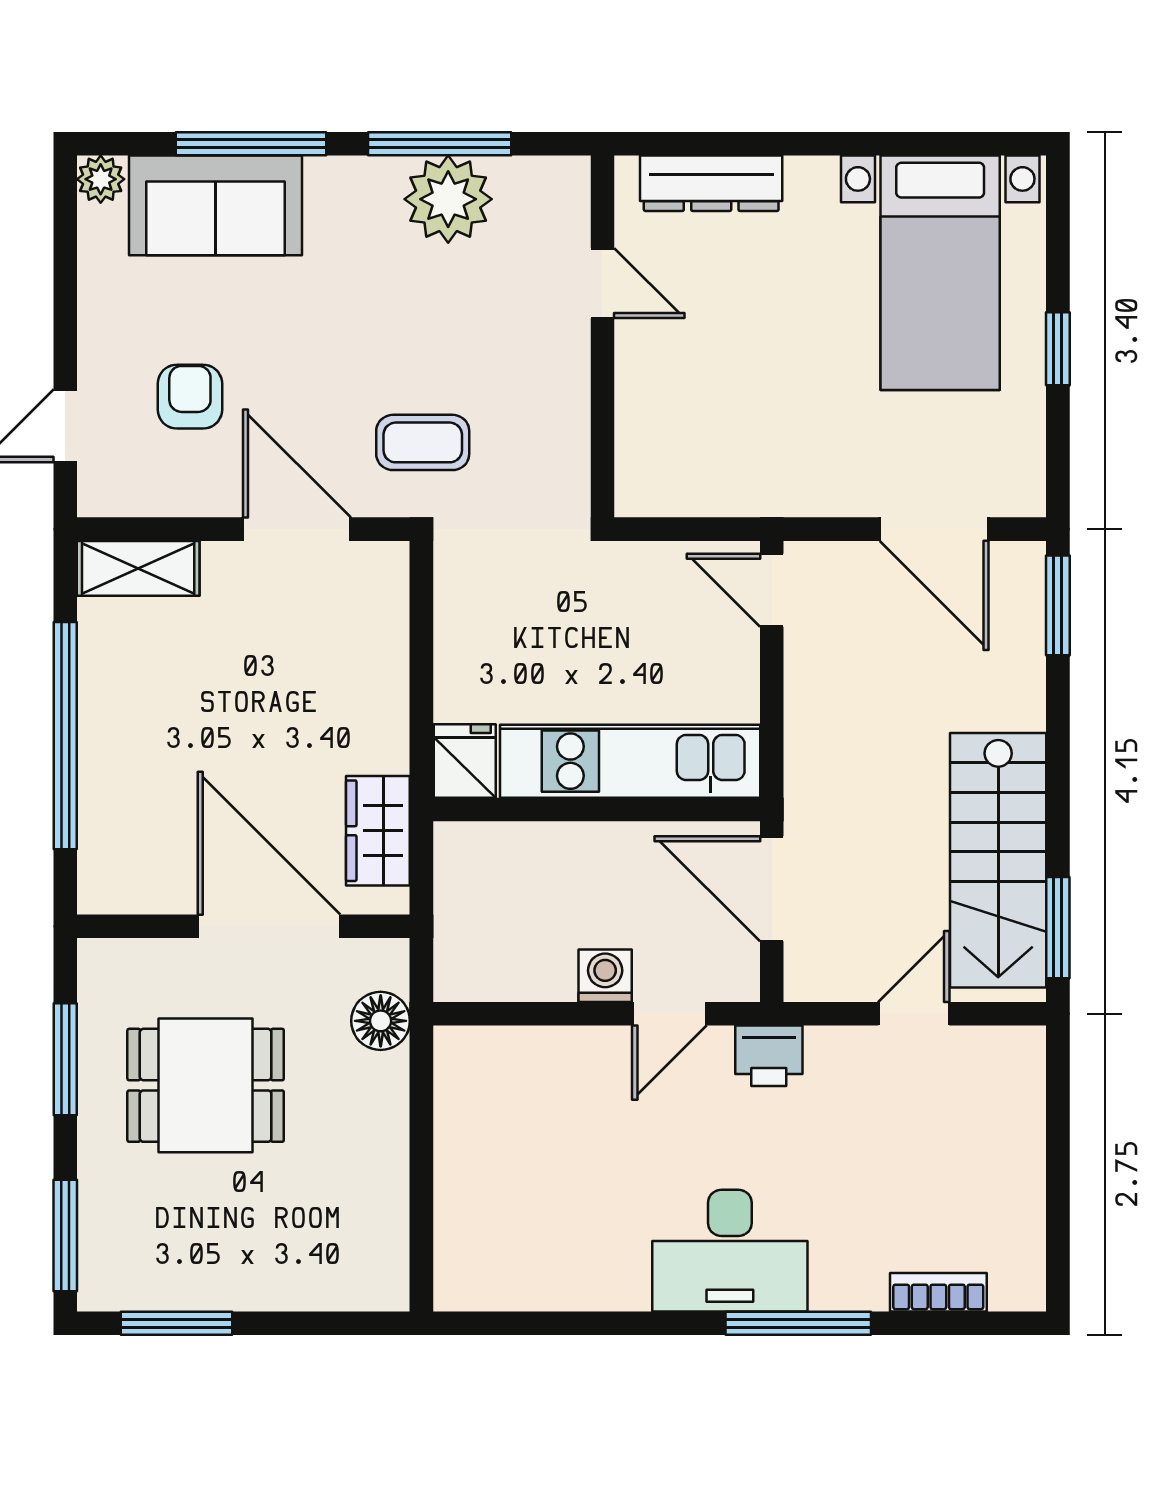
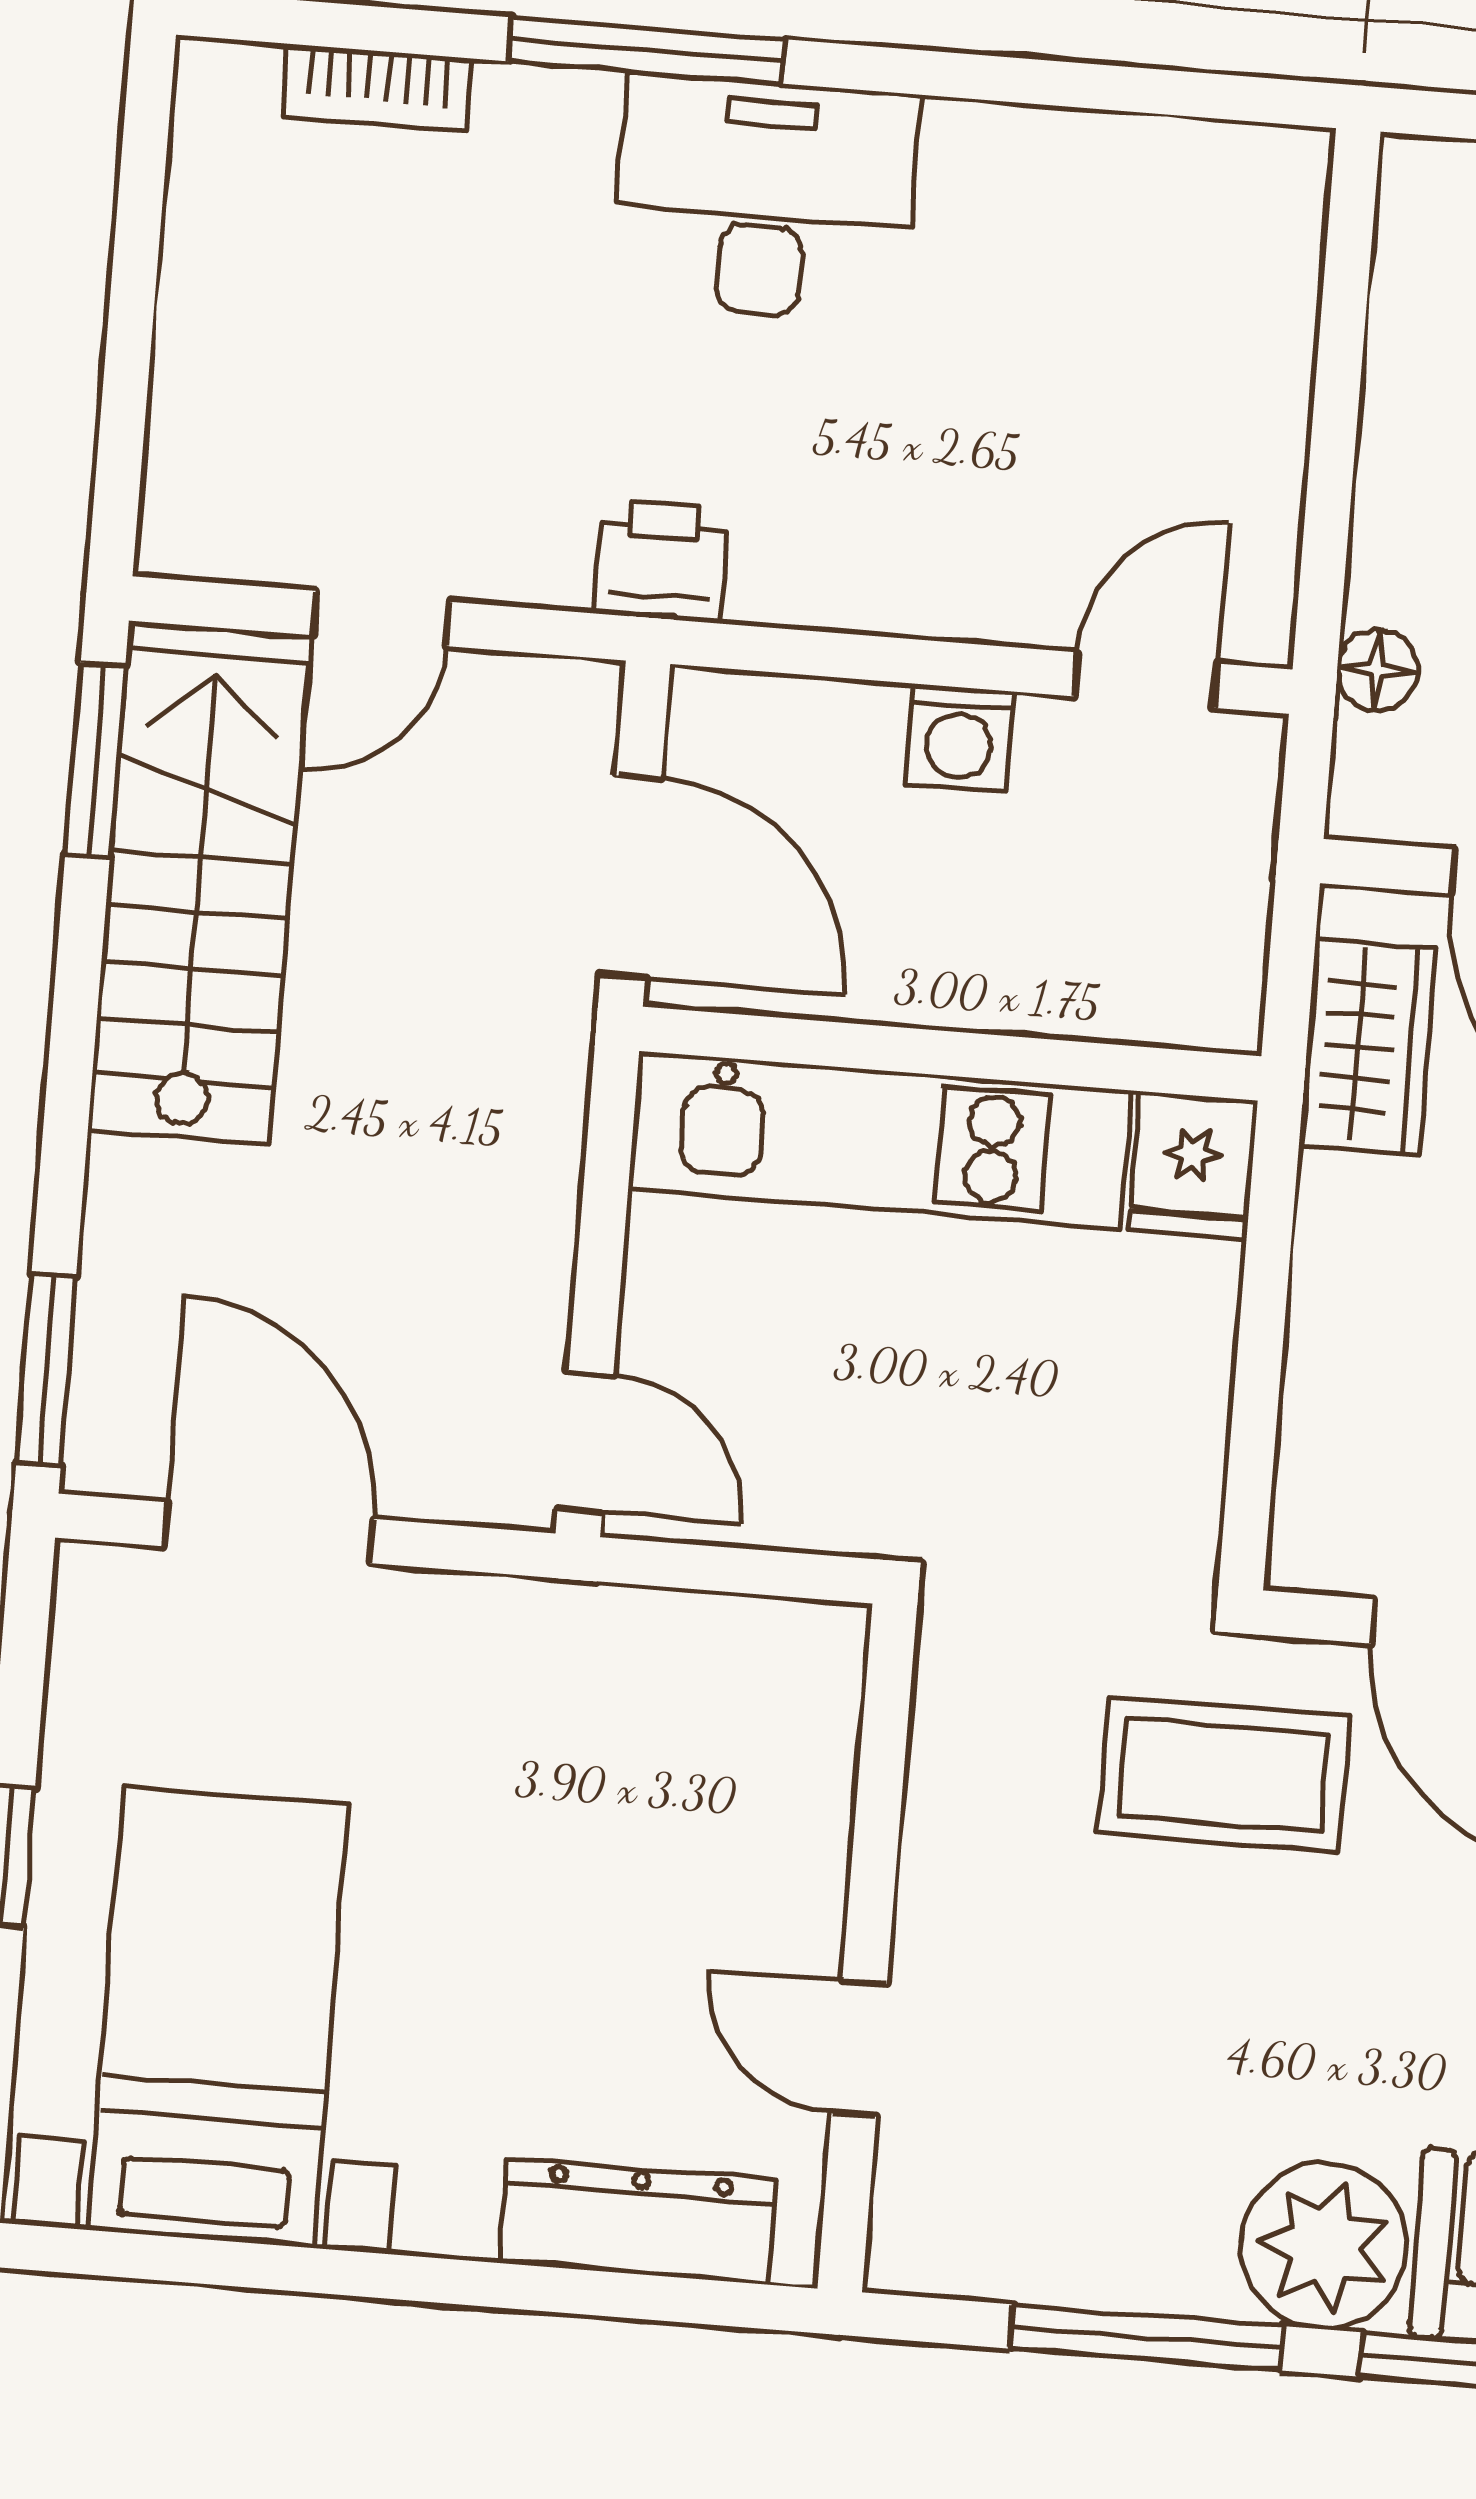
plant: (448, 199) -> (1324, 2246), moved
coffee table: (423, 442) -> (1223, 1775), width x1.36, depth x1.30
door: (669, 1014) -> (1146, 680), moved
floor lamp: (381, 1021) -> (1378, 670), width x0.73, depth x0.73

